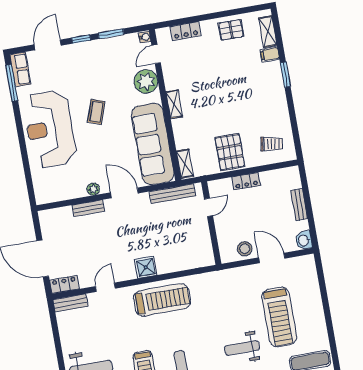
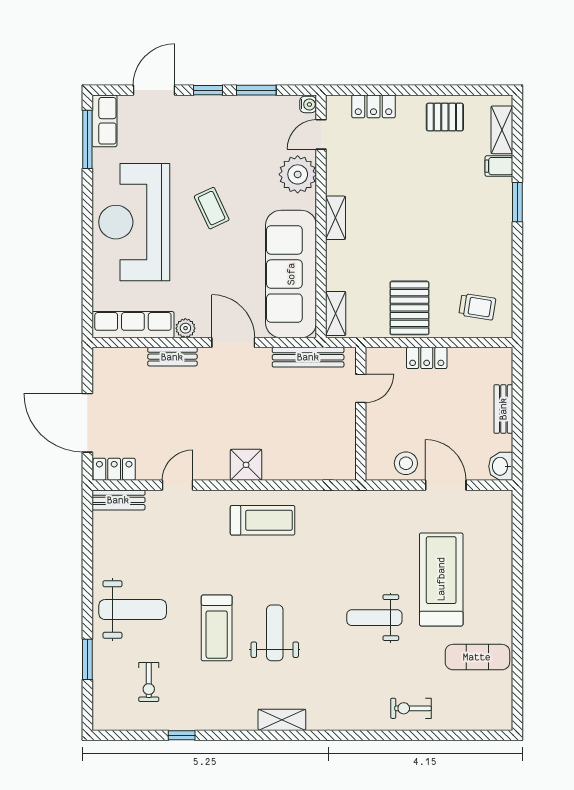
coffee table: (96, 112) -> (212, 208), turned -44
row of seats: (60, 193) -> (133, 325), added
treadmill: (162, 300) -> (263, 520), width x0.73, depth x0.73
treadmill: (279, 317) -> (441, 579), turned 180

